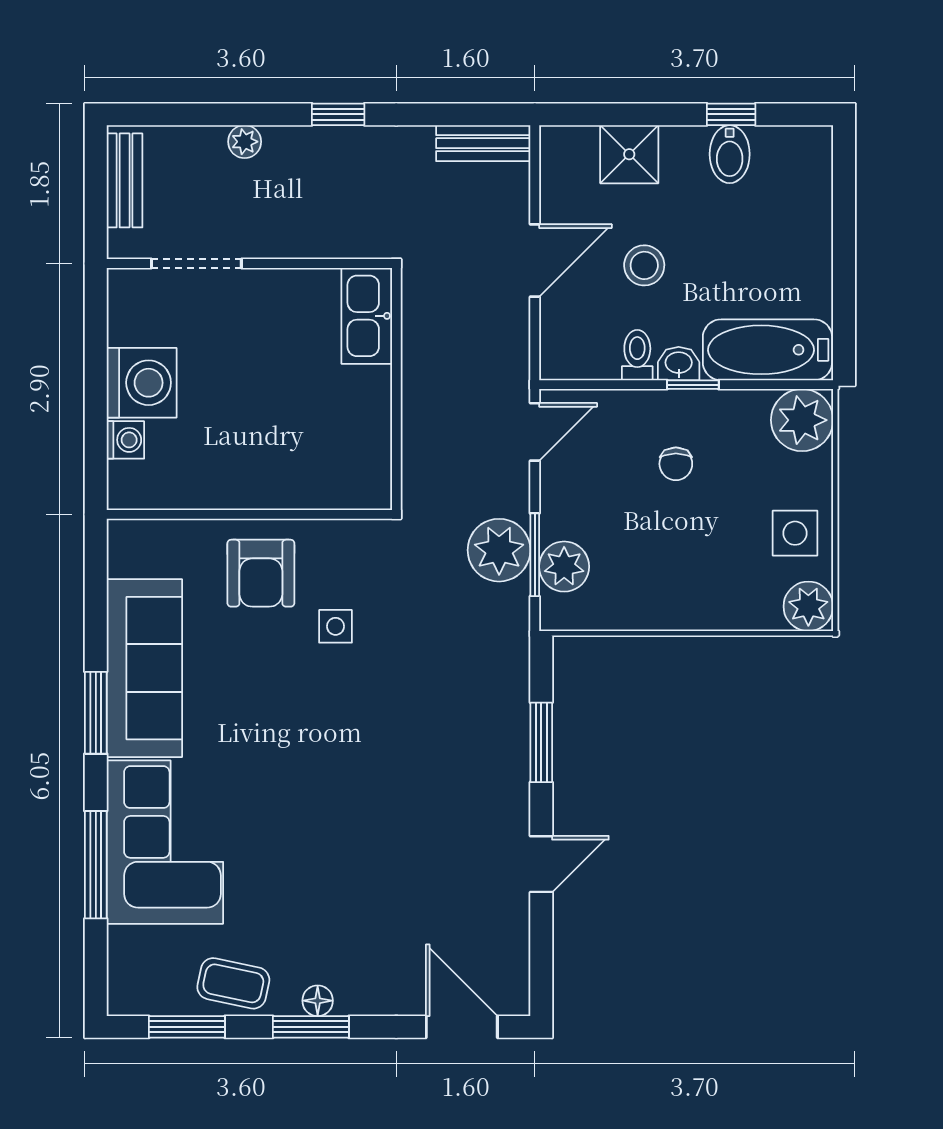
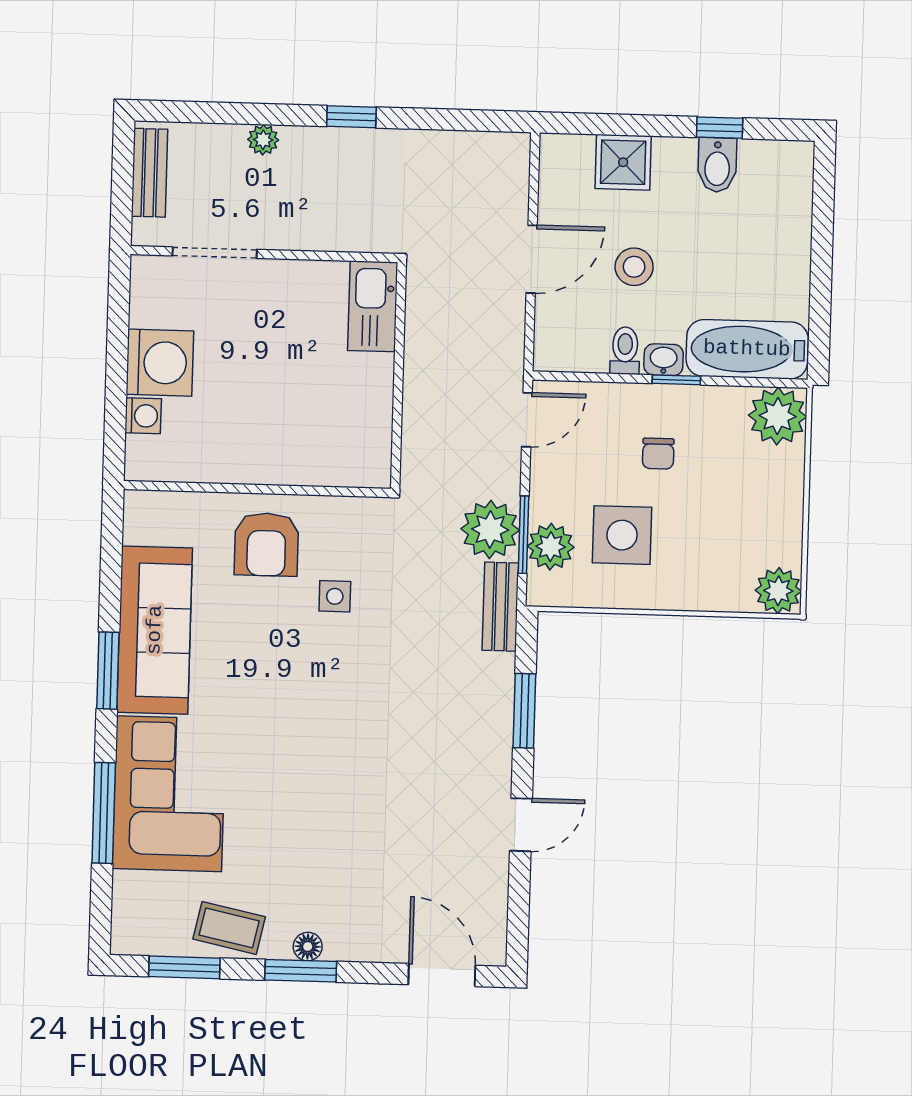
bench: (483, 143) -> (500, 607), moved, turned 90
side table: (795, 533) -> (622, 535), moved, width x1.37, depth x1.37

